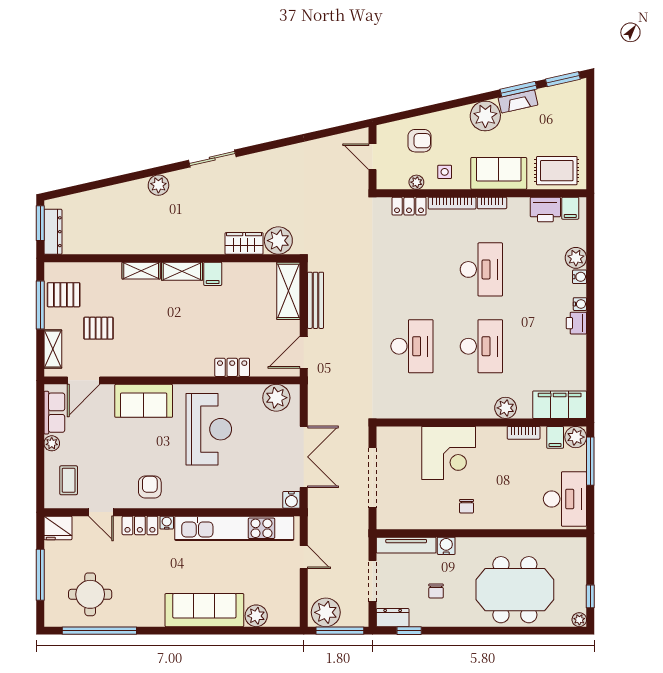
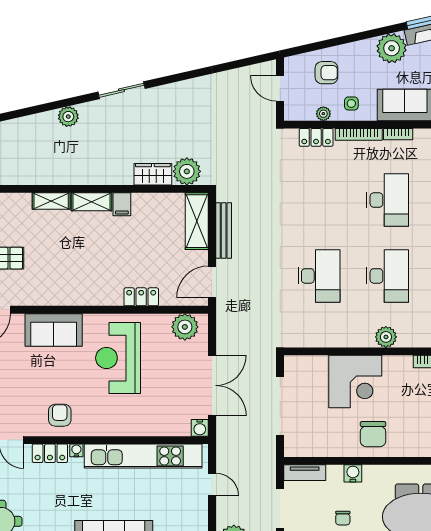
plant: (506, 408) -> (386, 337), moved
reception desk: (209, 429) -> (118, 358), turned 180
chair: (467, 506) -> (373, 434), width x1.87, depth x1.87
tv unit: (406, 545) -> (305, 473), width x0.71

